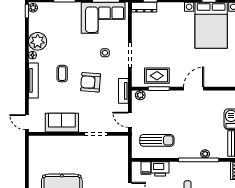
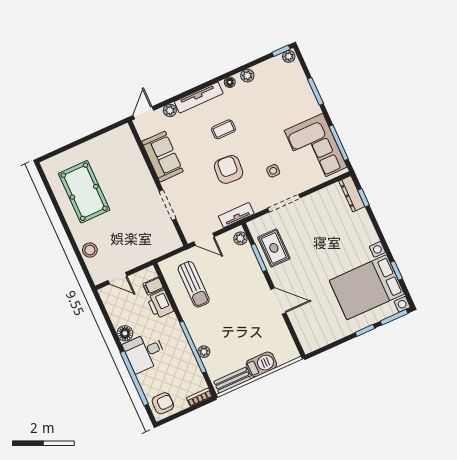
plant: (38, 41) -> (247, 76), width x0.53, depth x0.53
plant: (33, 104) -> (170, 110), added
door: (130, 120) -> (204, 239), swing flipped

